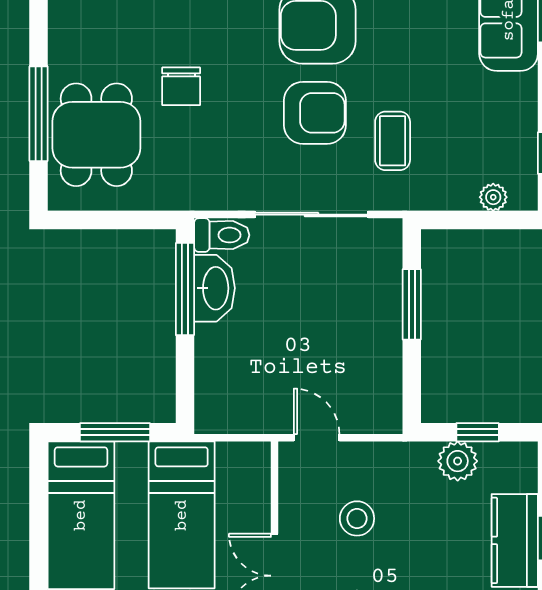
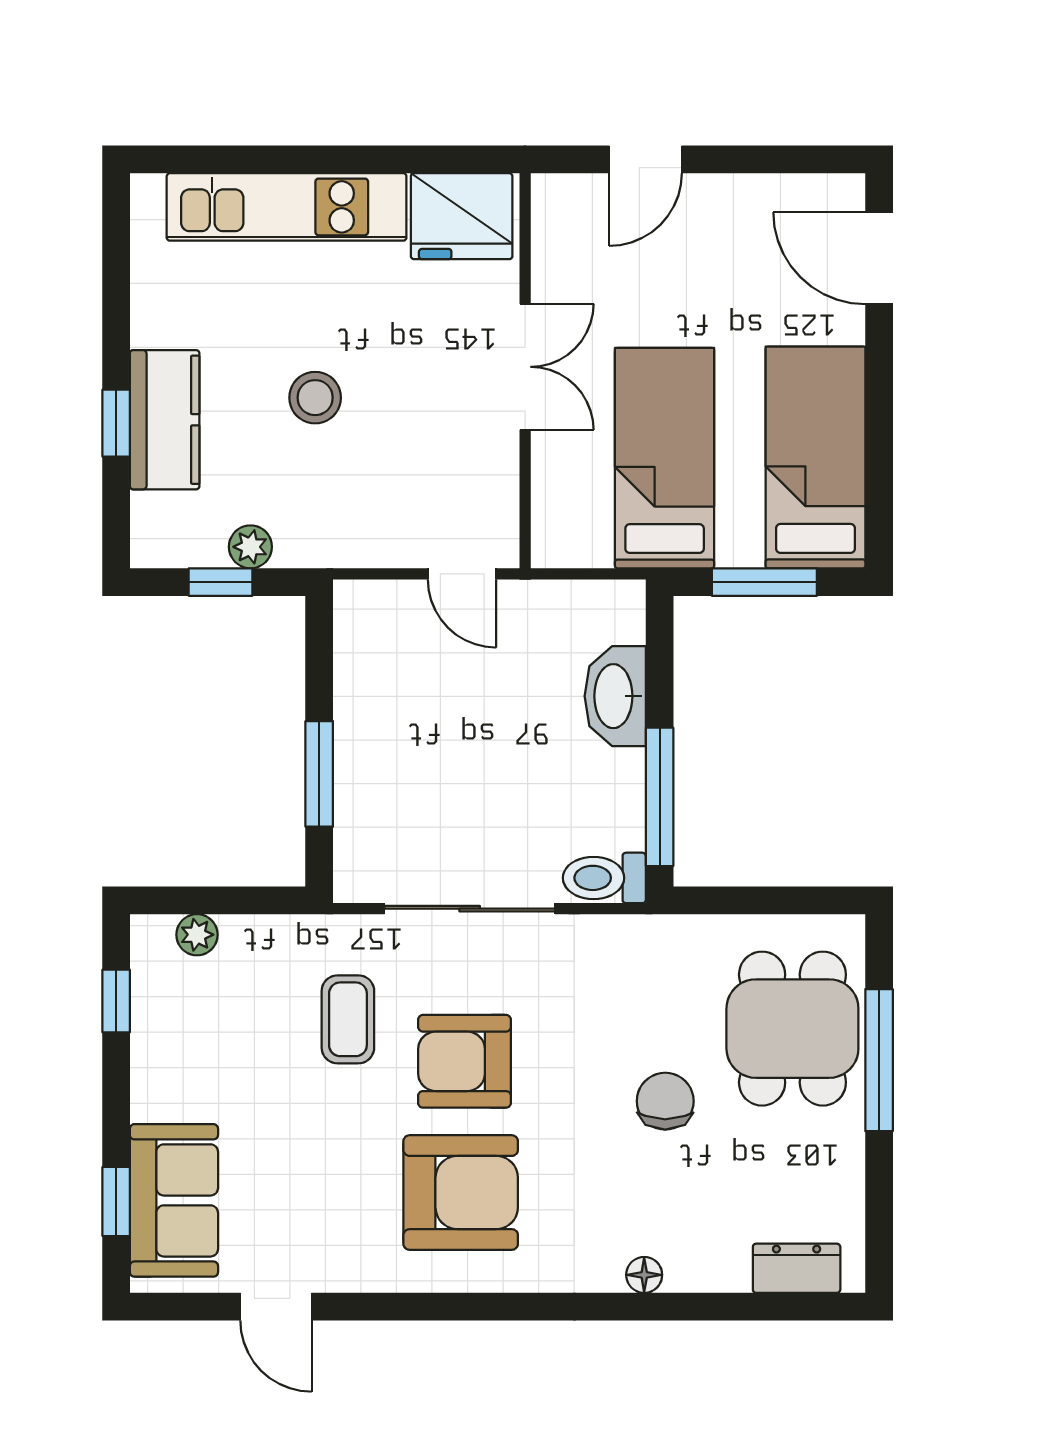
washbasin: (214, 288) -> (615, 696), moved
plant: (458, 461) -> (250, 547), width x0.73, depth x0.73
stool: (357, 518) -> (315, 398), moved

